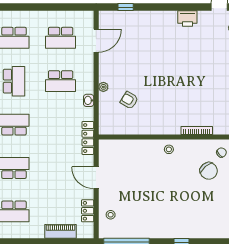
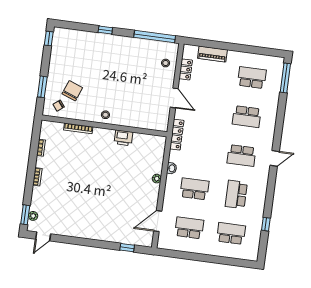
printer: (187, 19) -> (124, 138), moved, turned 180
armchair: (129, 100) -> (135, 164), removed
chair: (209, 171) -> (72, 91), turned 61

